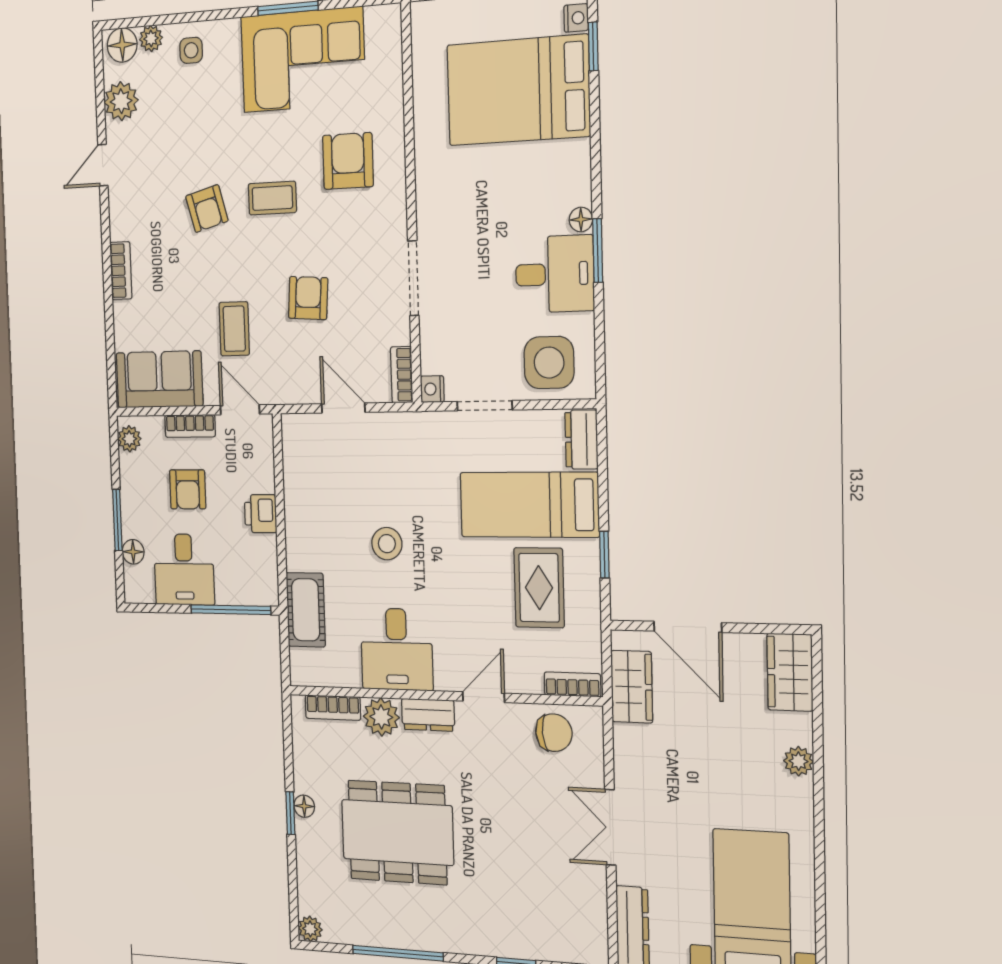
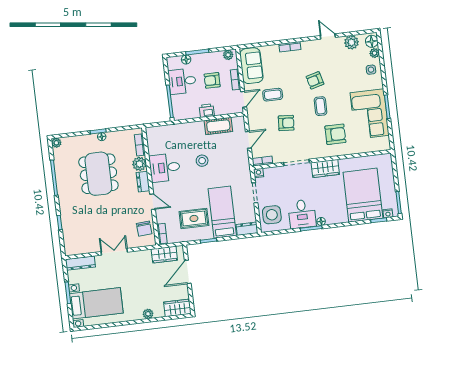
wardrobe: (436, 196) -> (325, 168), added
cot: (306, 610) -> (218, 126), moved

